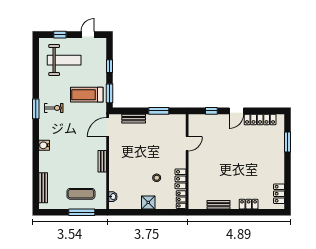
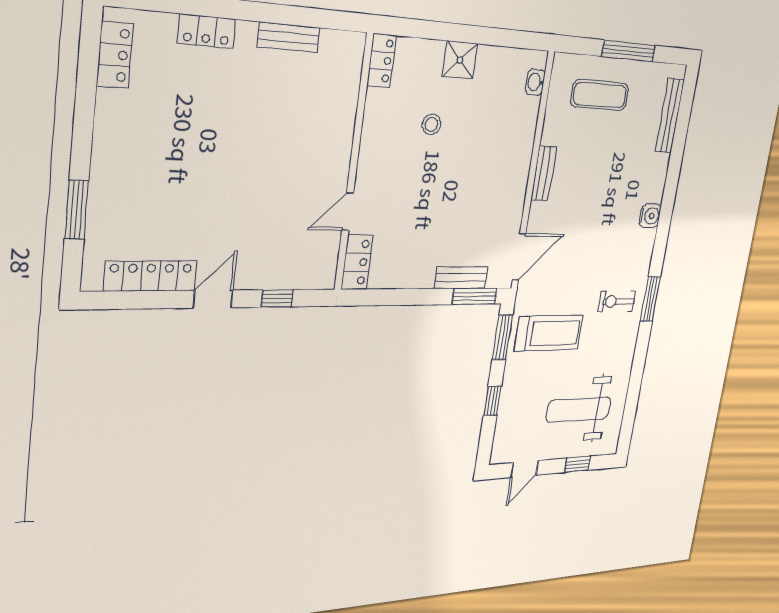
window: (159, 111) -> (475, 296), moved
locker: (181, 179) -> (357, 262), moved
window: (82, 212) -> (629, 51), moved

